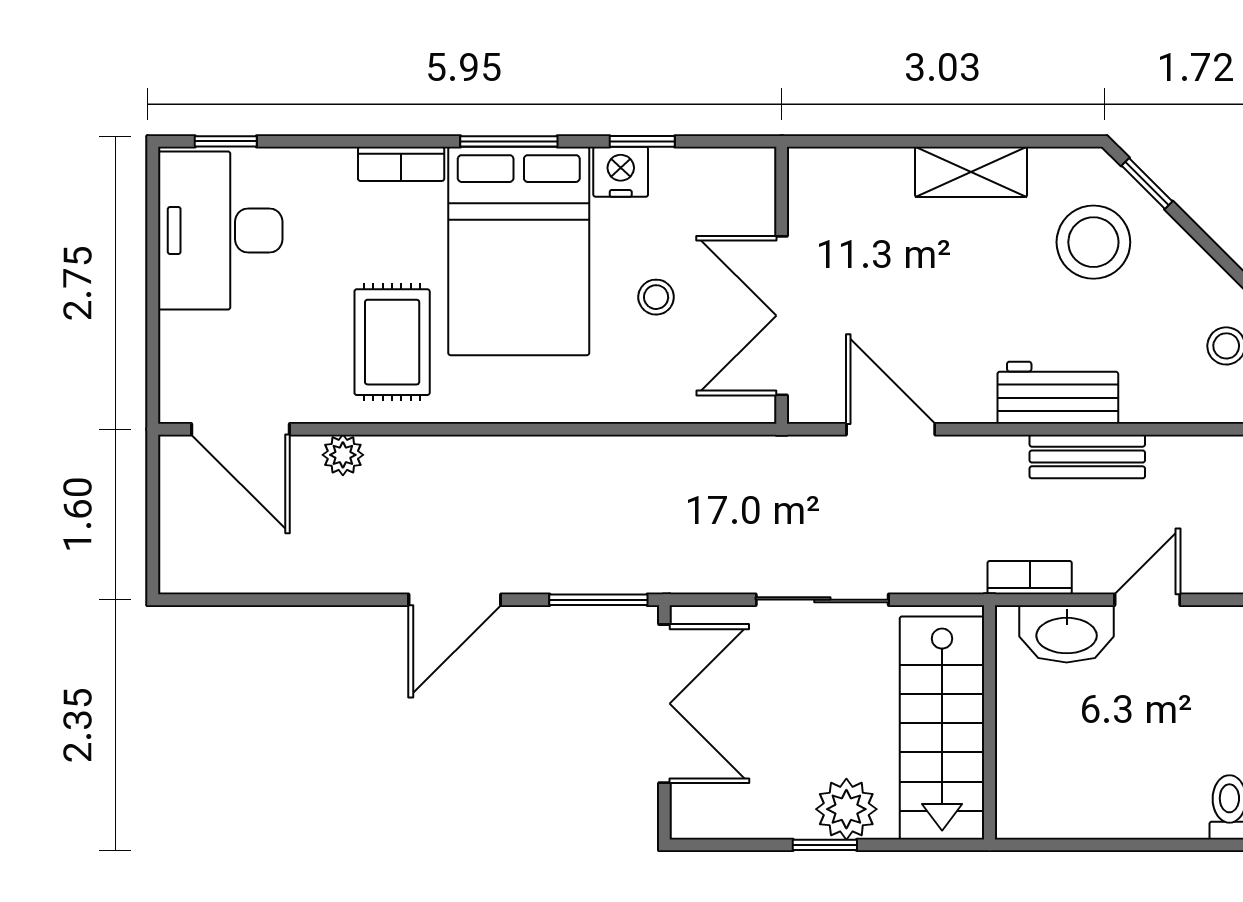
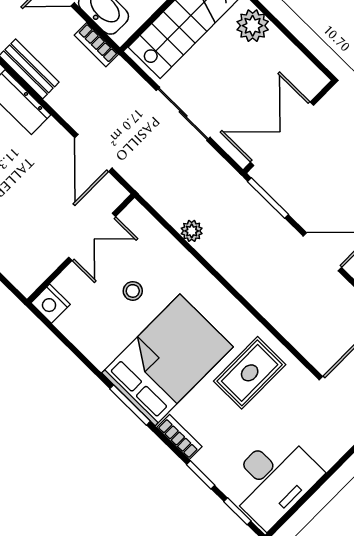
window: (642, 141) -> (201, 475), moved
nightstand: (621, 172) -> (51, 304), moved
double door: (782, 316) -> (92, 237), width x0.73
plant: (343, 455) -> (192, 231), moved
window: (825, 845) -> (274, 20), removed

